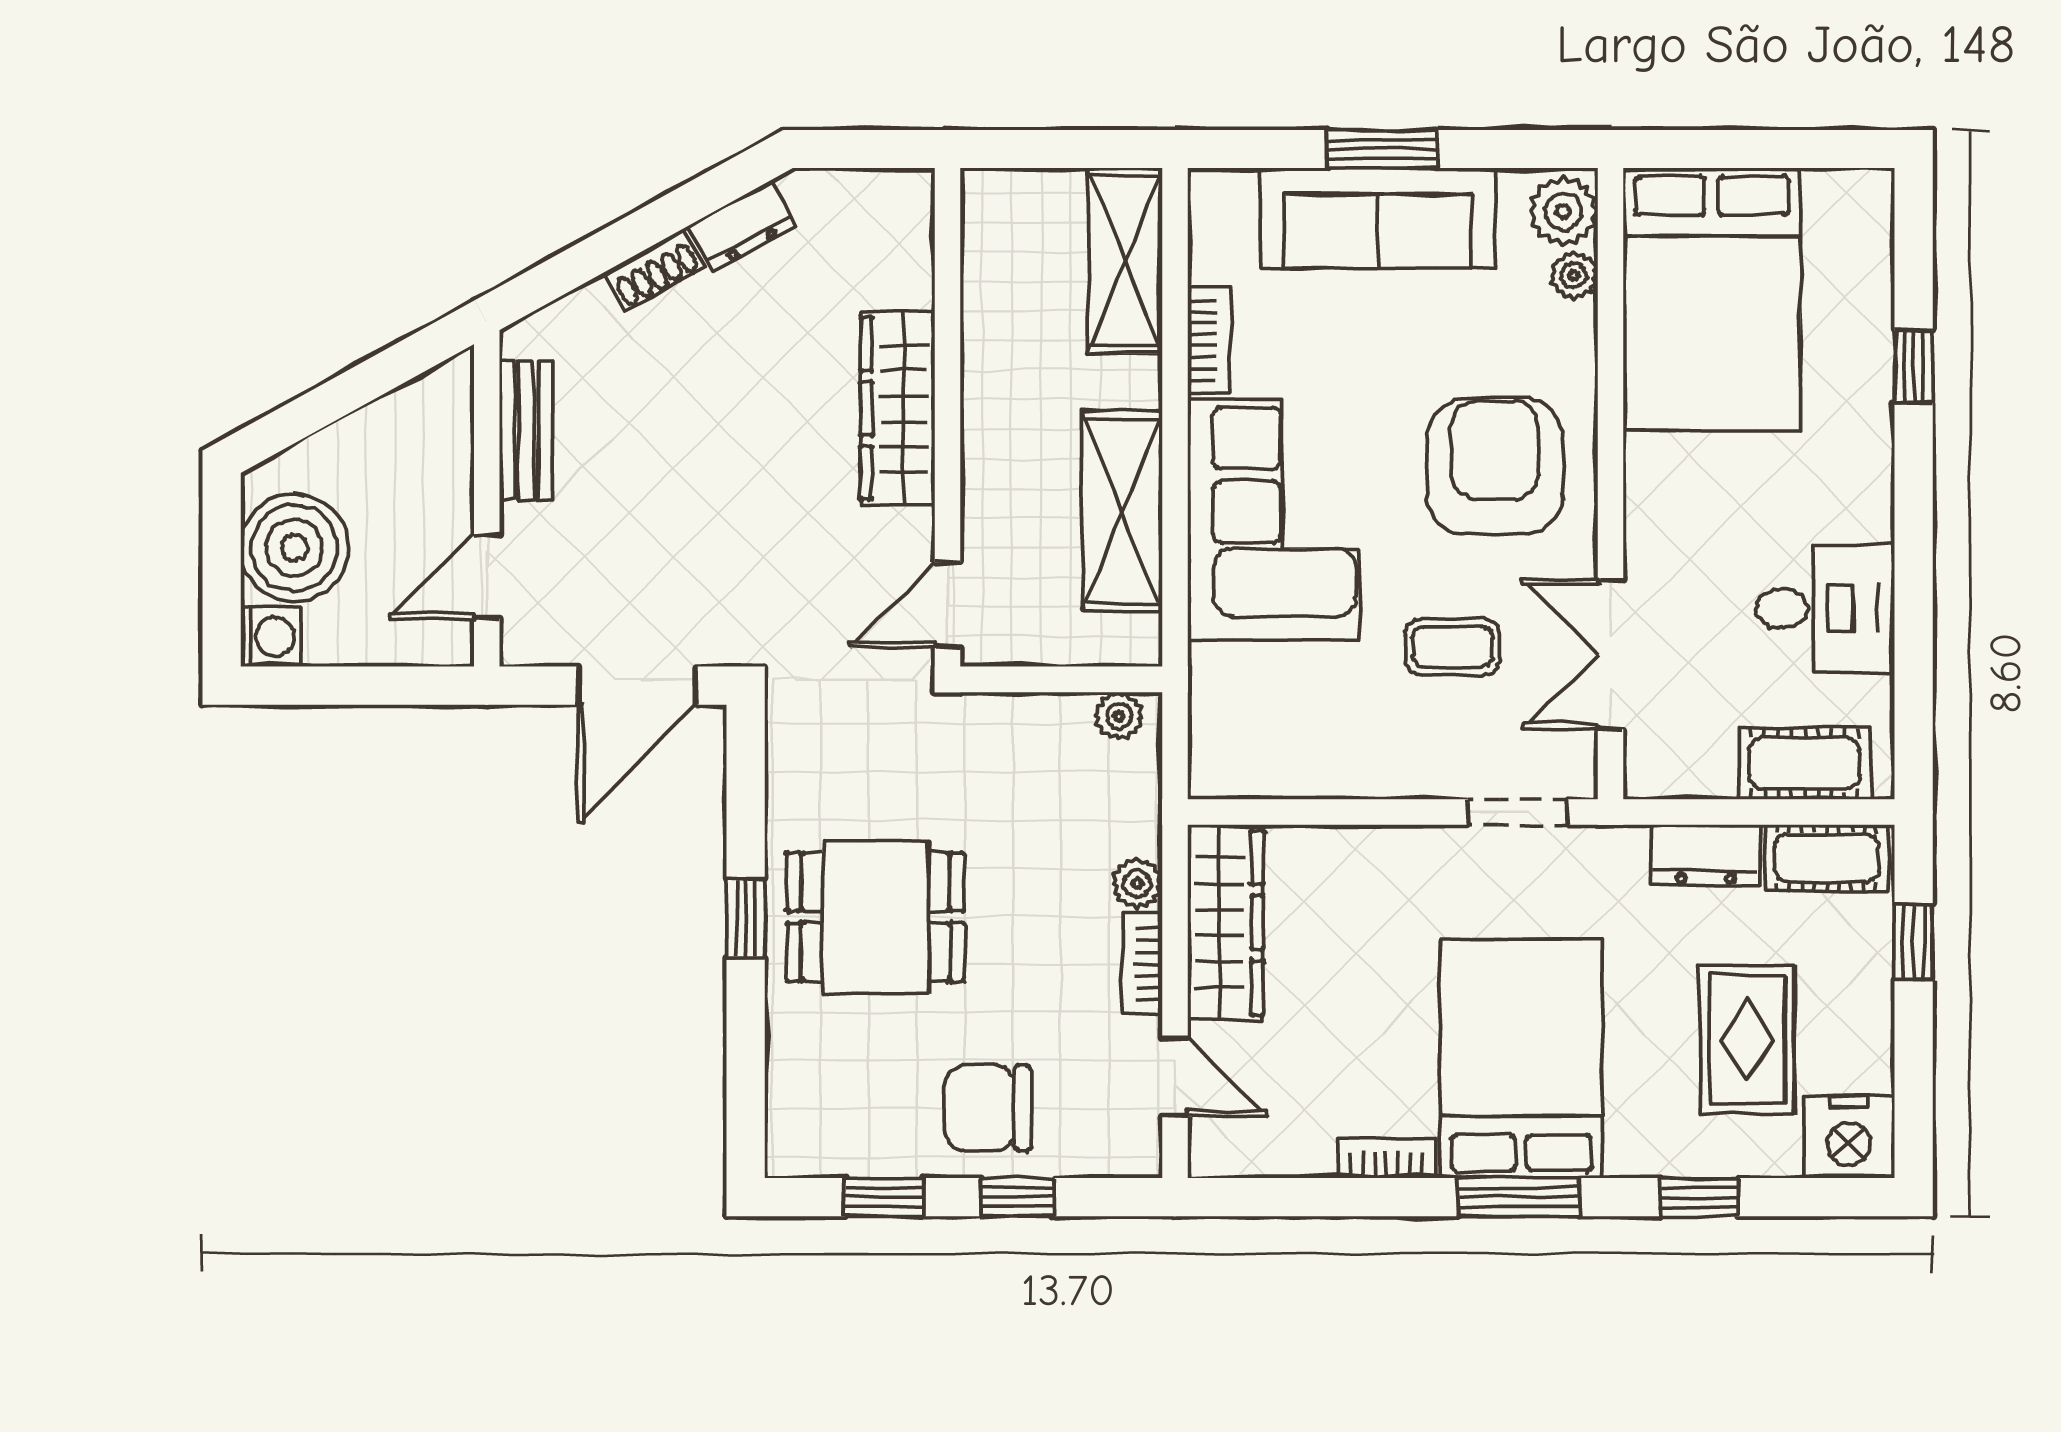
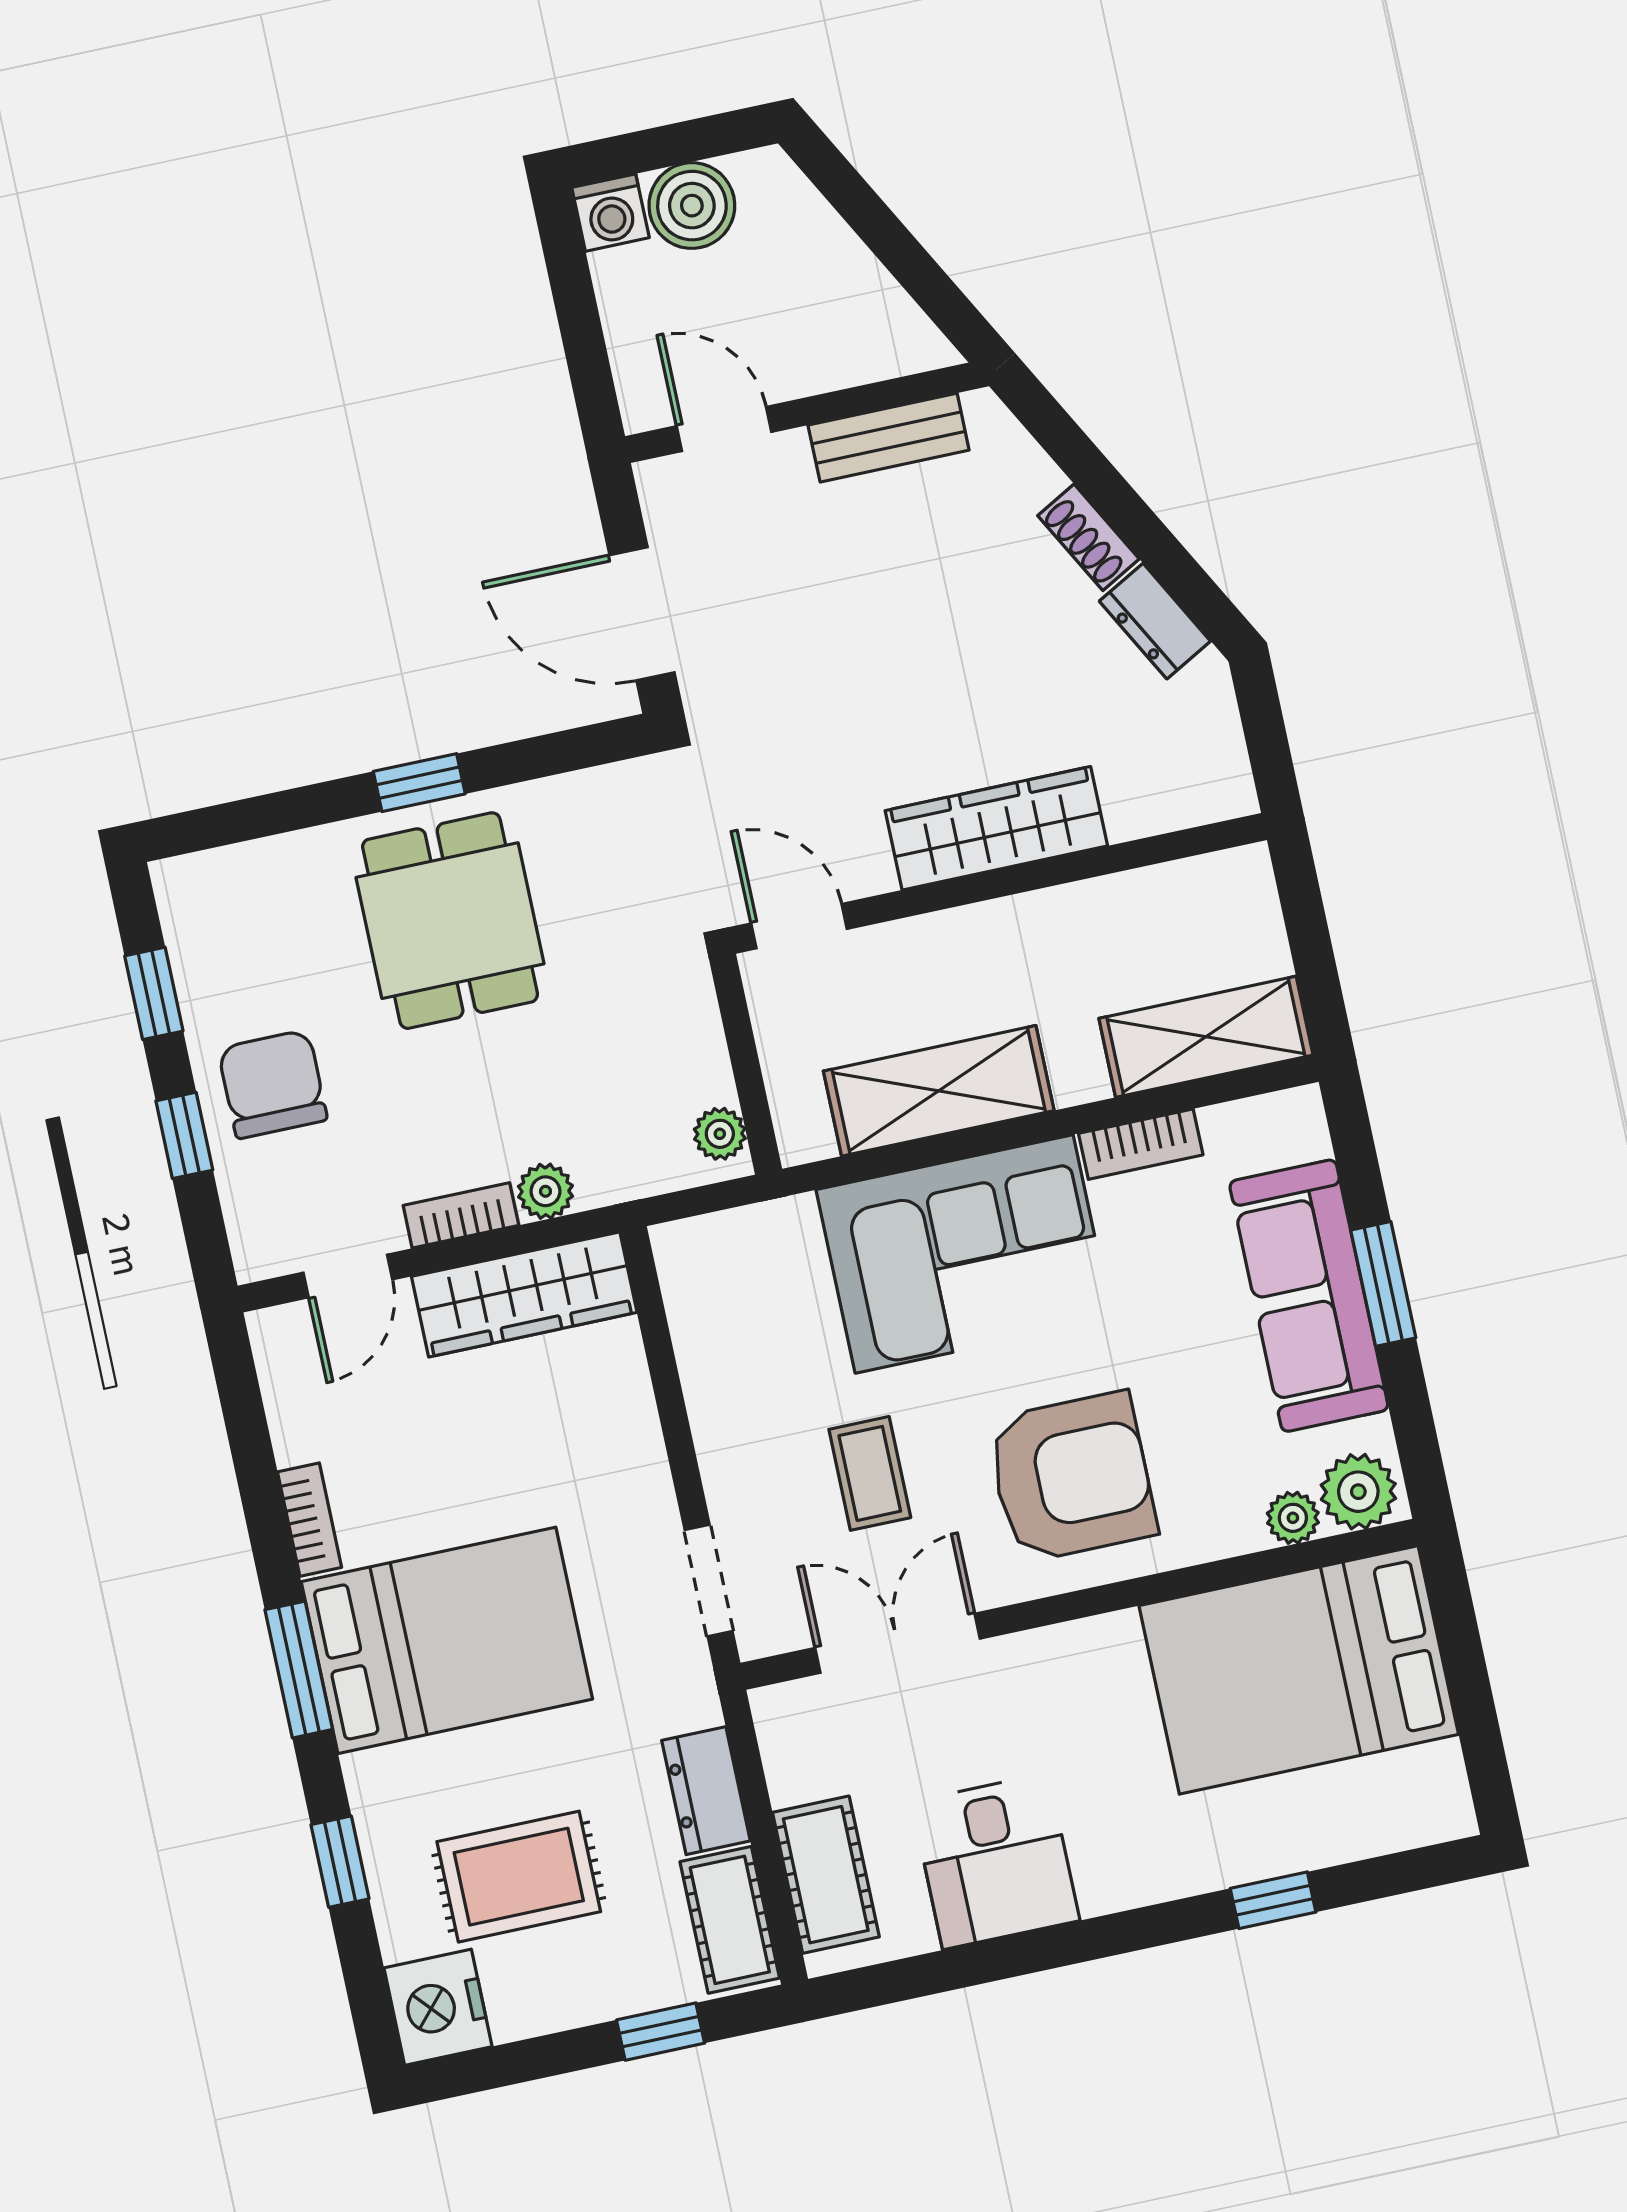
boiler: (294, 548) -> (692, 206), width x0.73, depth x0.73

